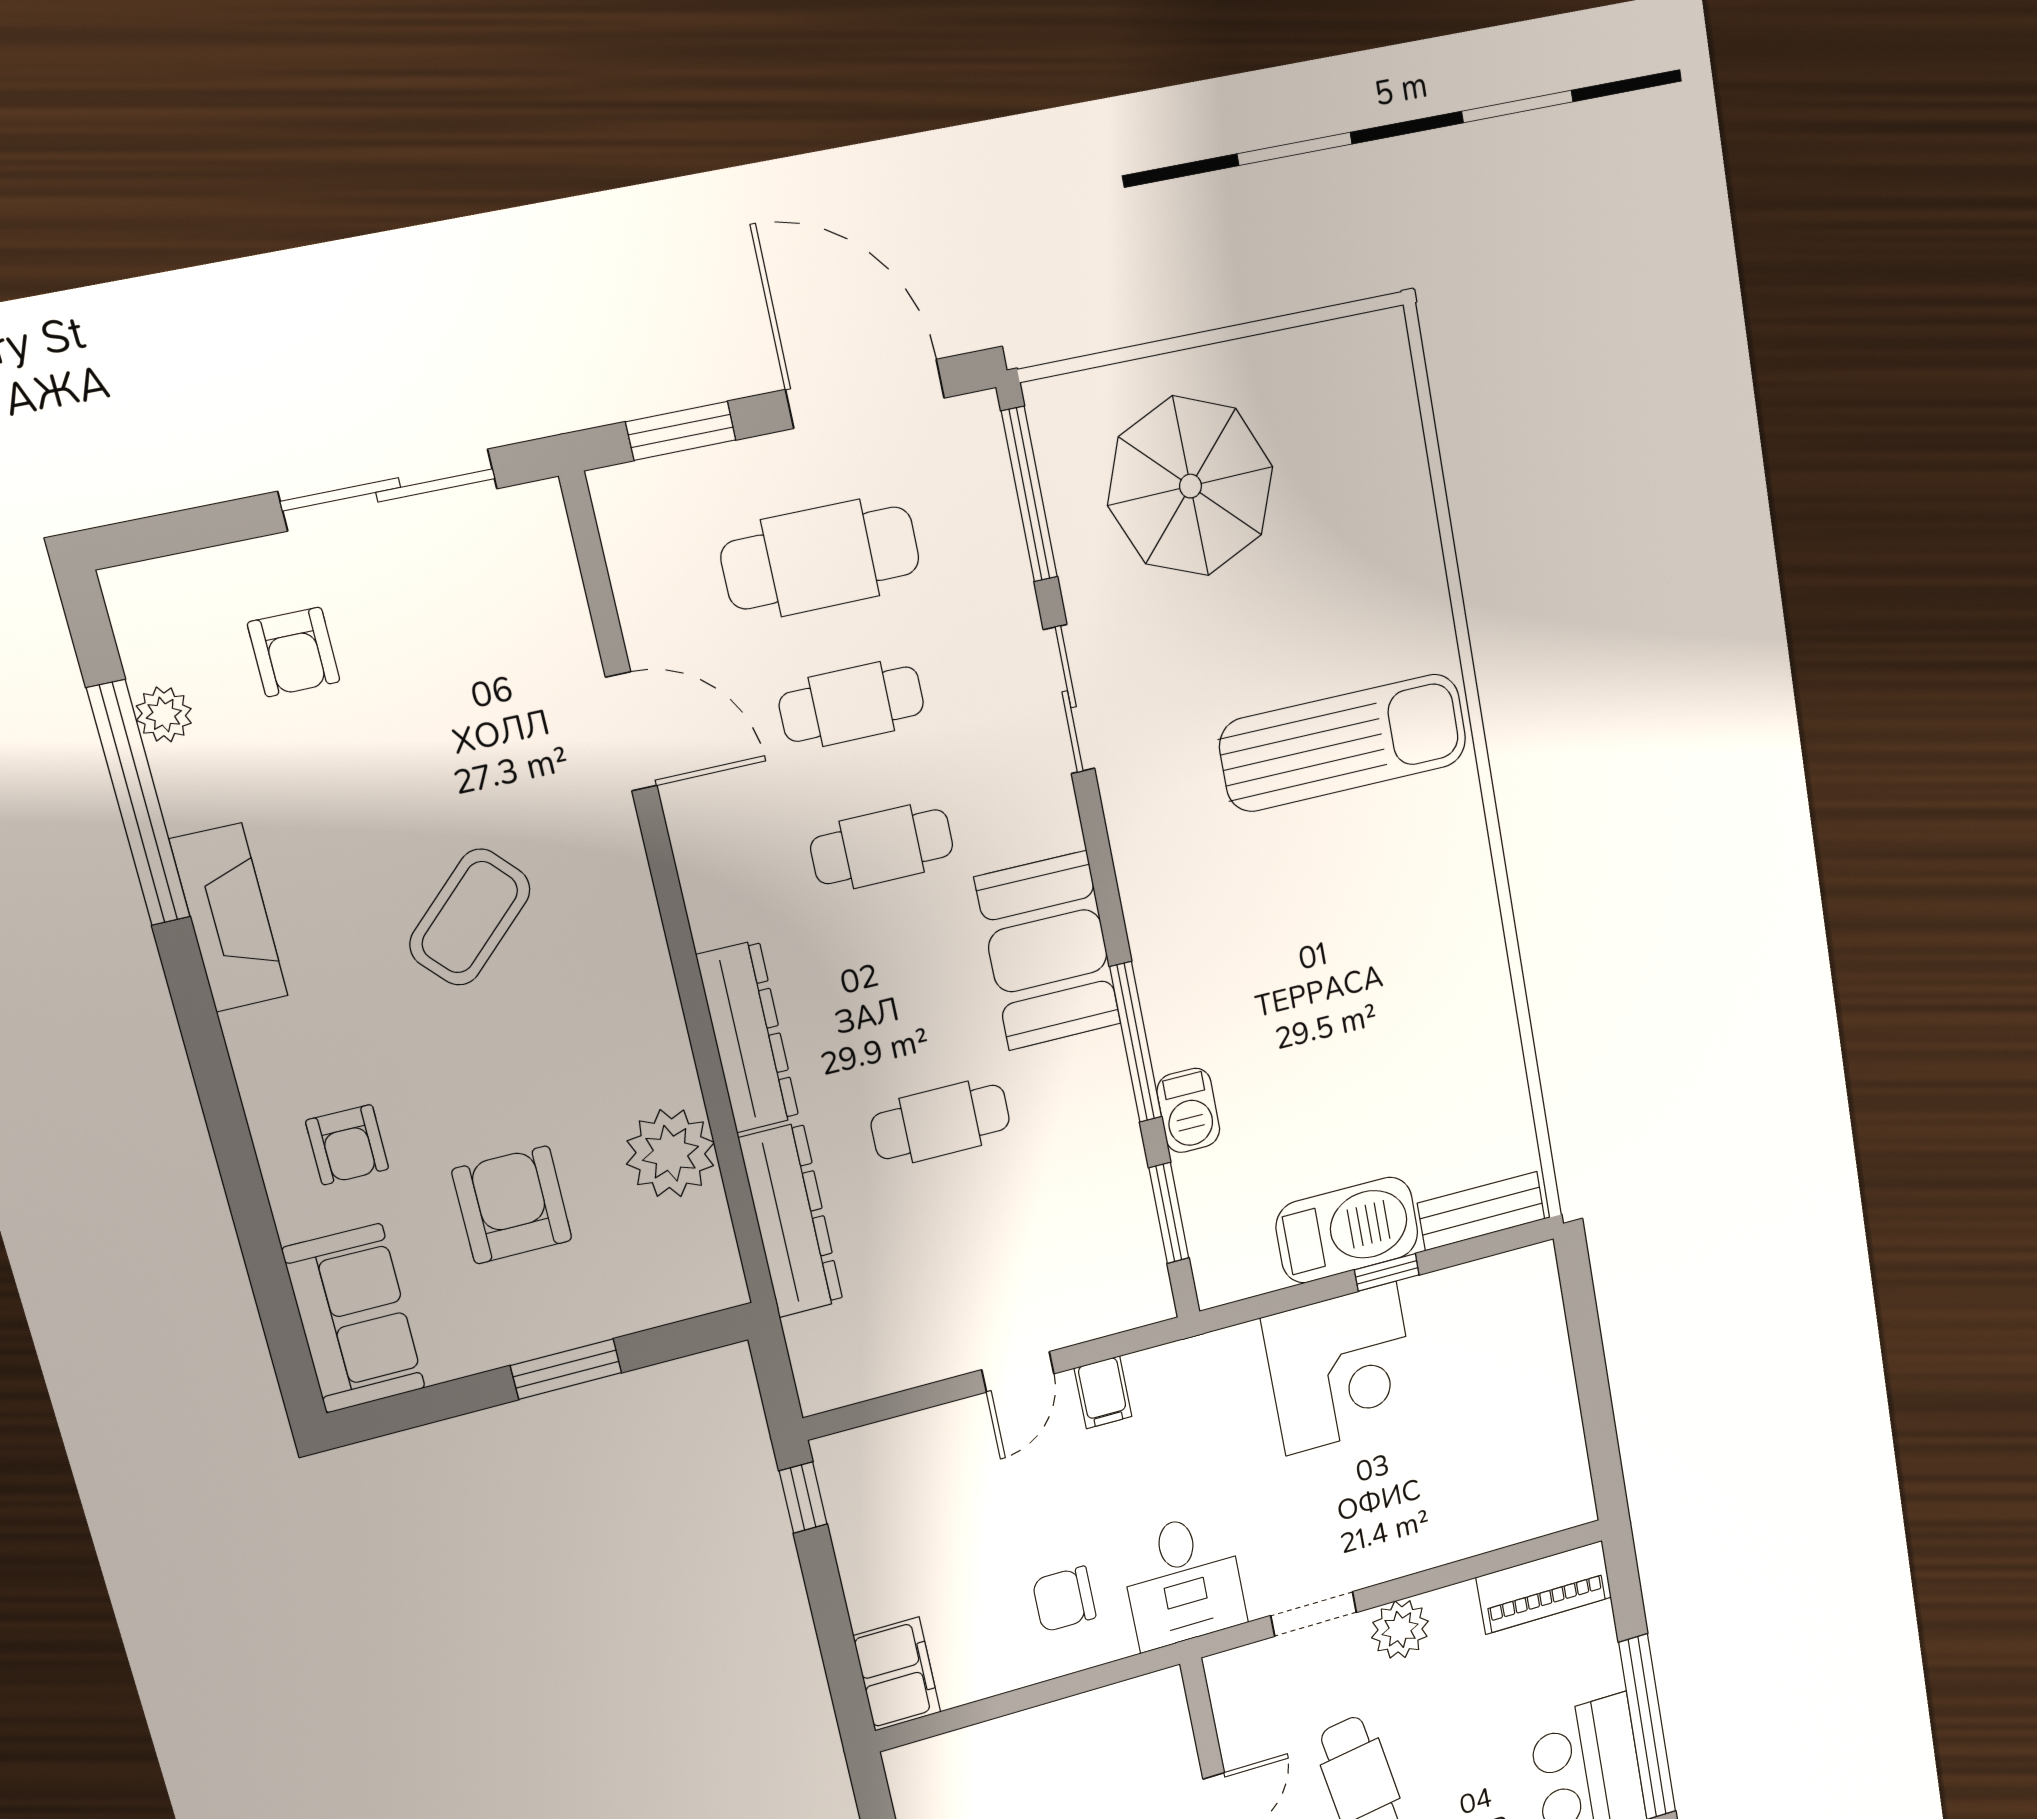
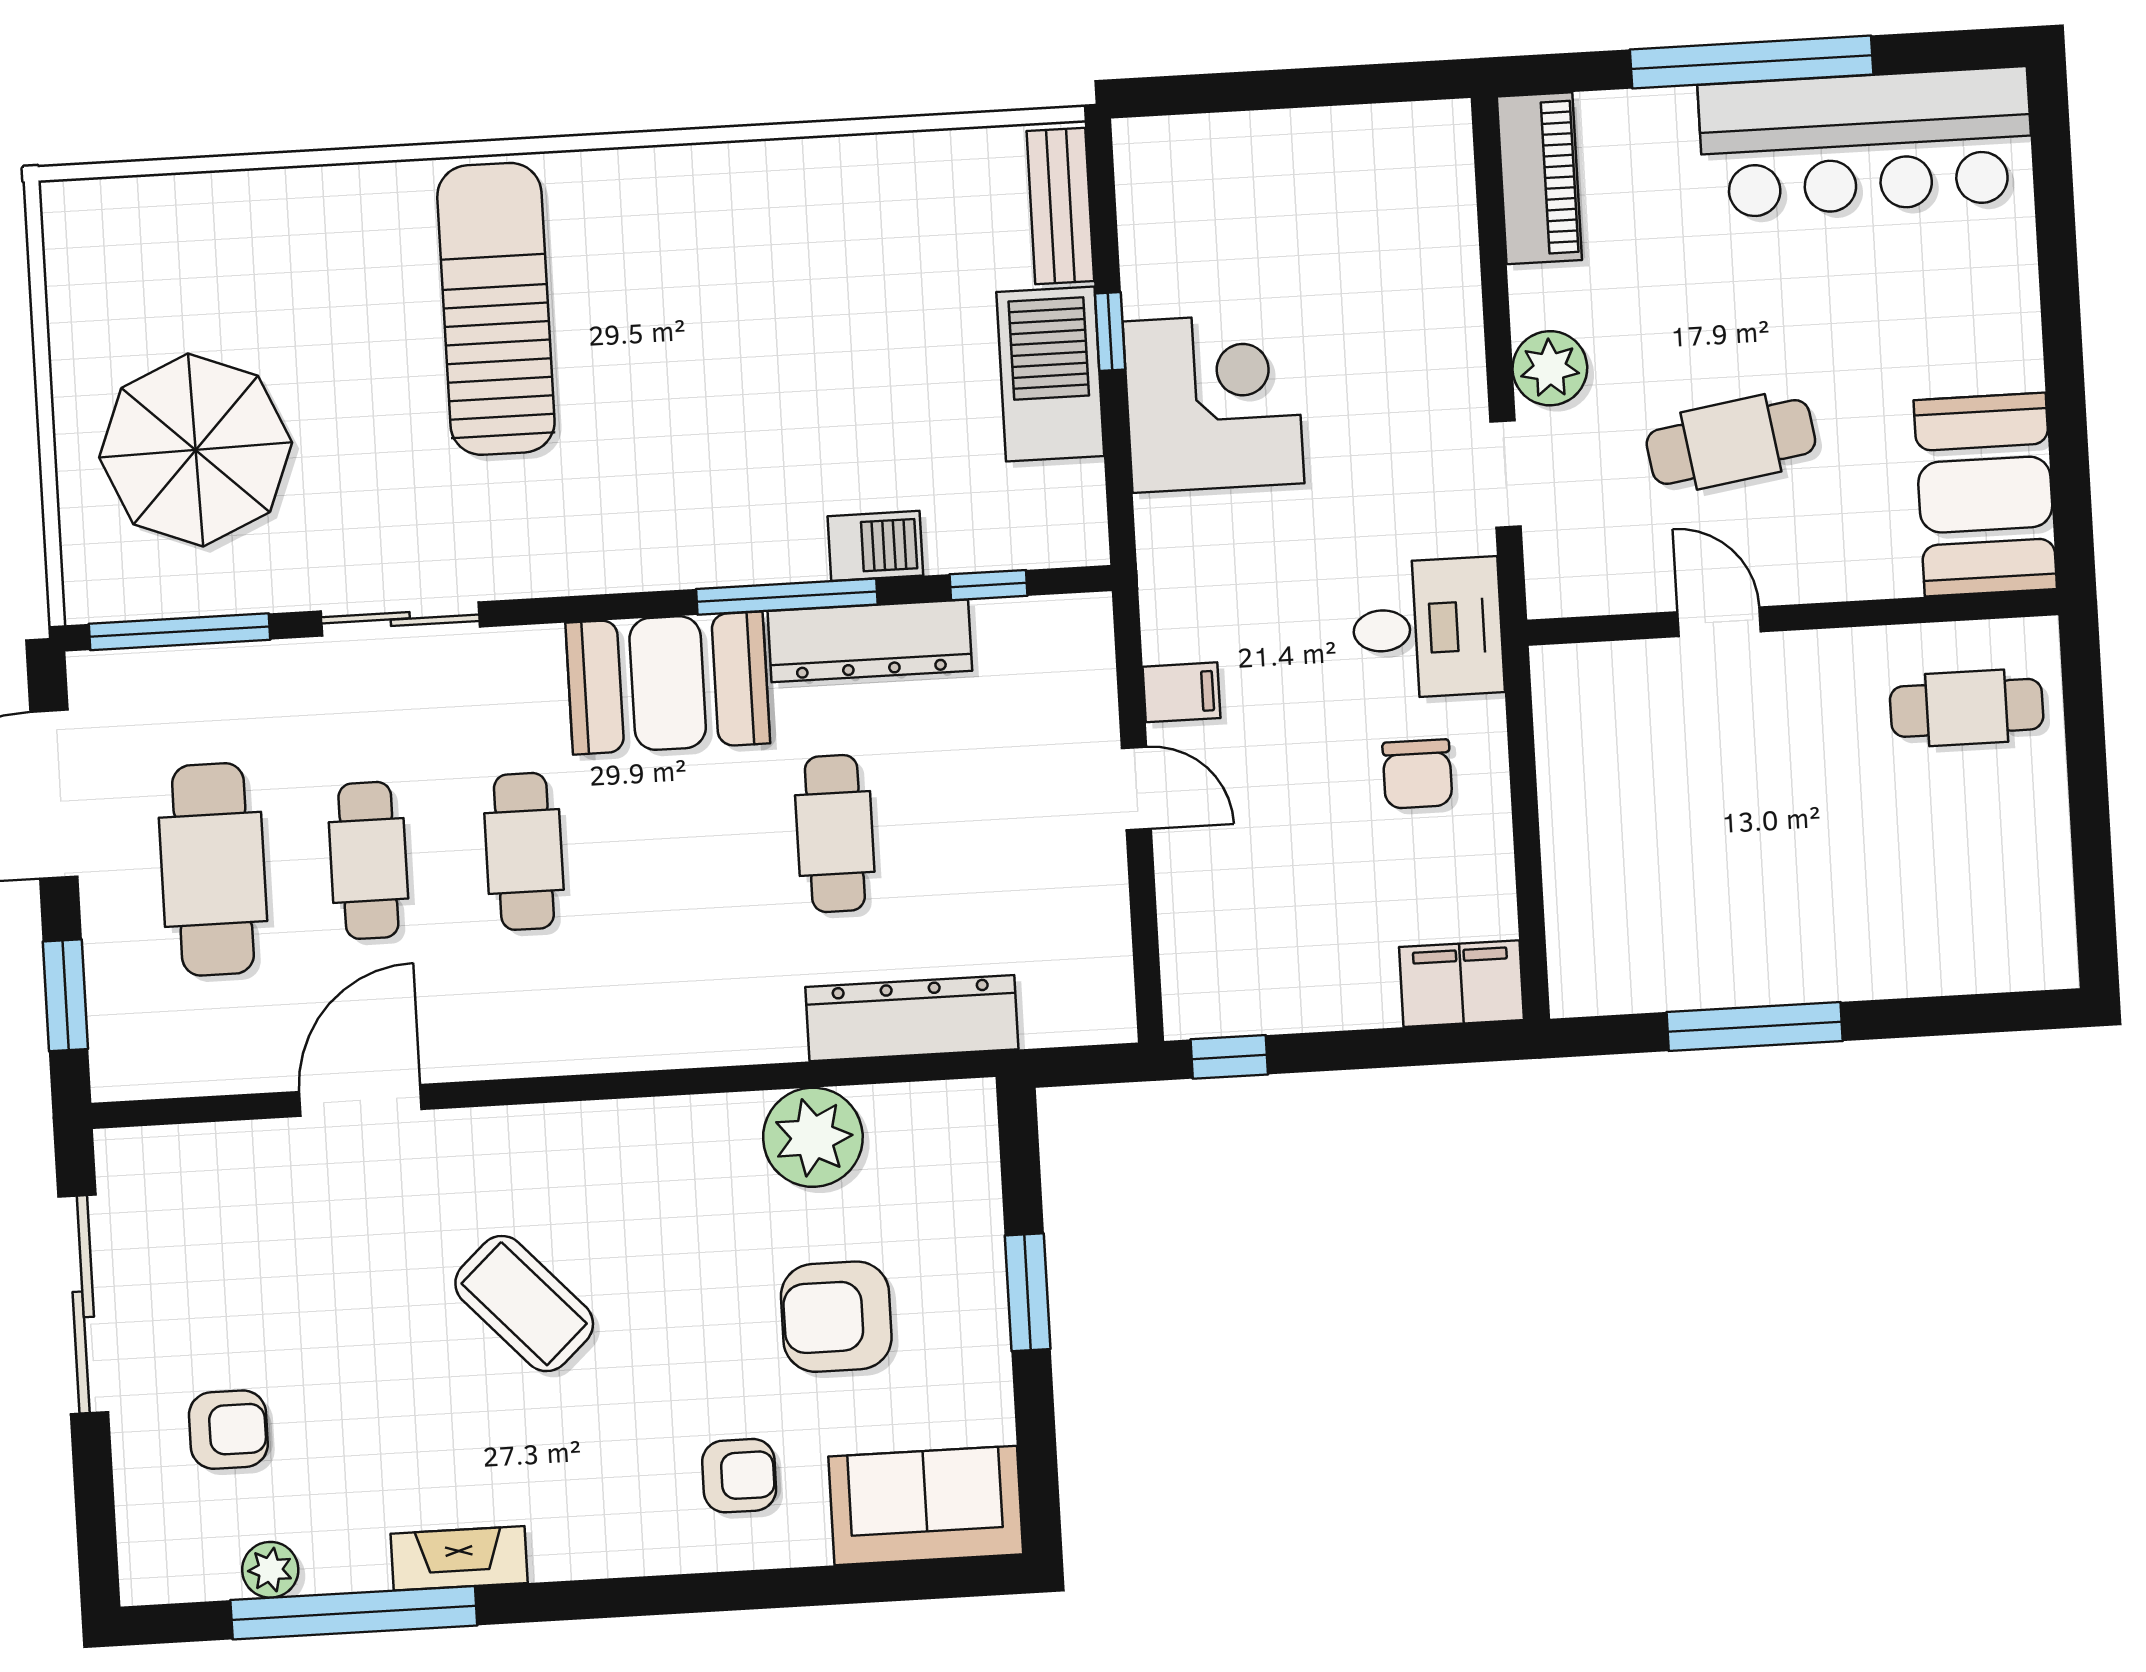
fireplace: (229, 918) -> (459, 1558), width x0.73, depth x0.76
dresser: (748, 1037) -> (870, 641), moved, turned 180
window: (1169, 1213) -> (988, 585), width x0.67

